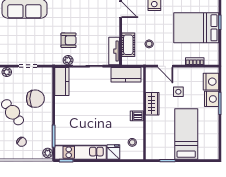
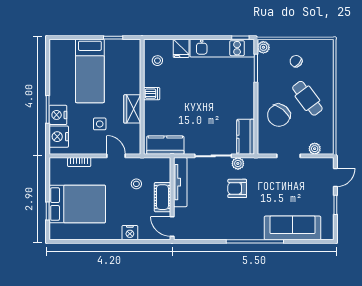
cot: (128, 45) -> (162, 197), moved
tv unit: (114, 51) -> (180, 182), width x1.41
chair: (35, 99) -> (279, 115), turned -51

